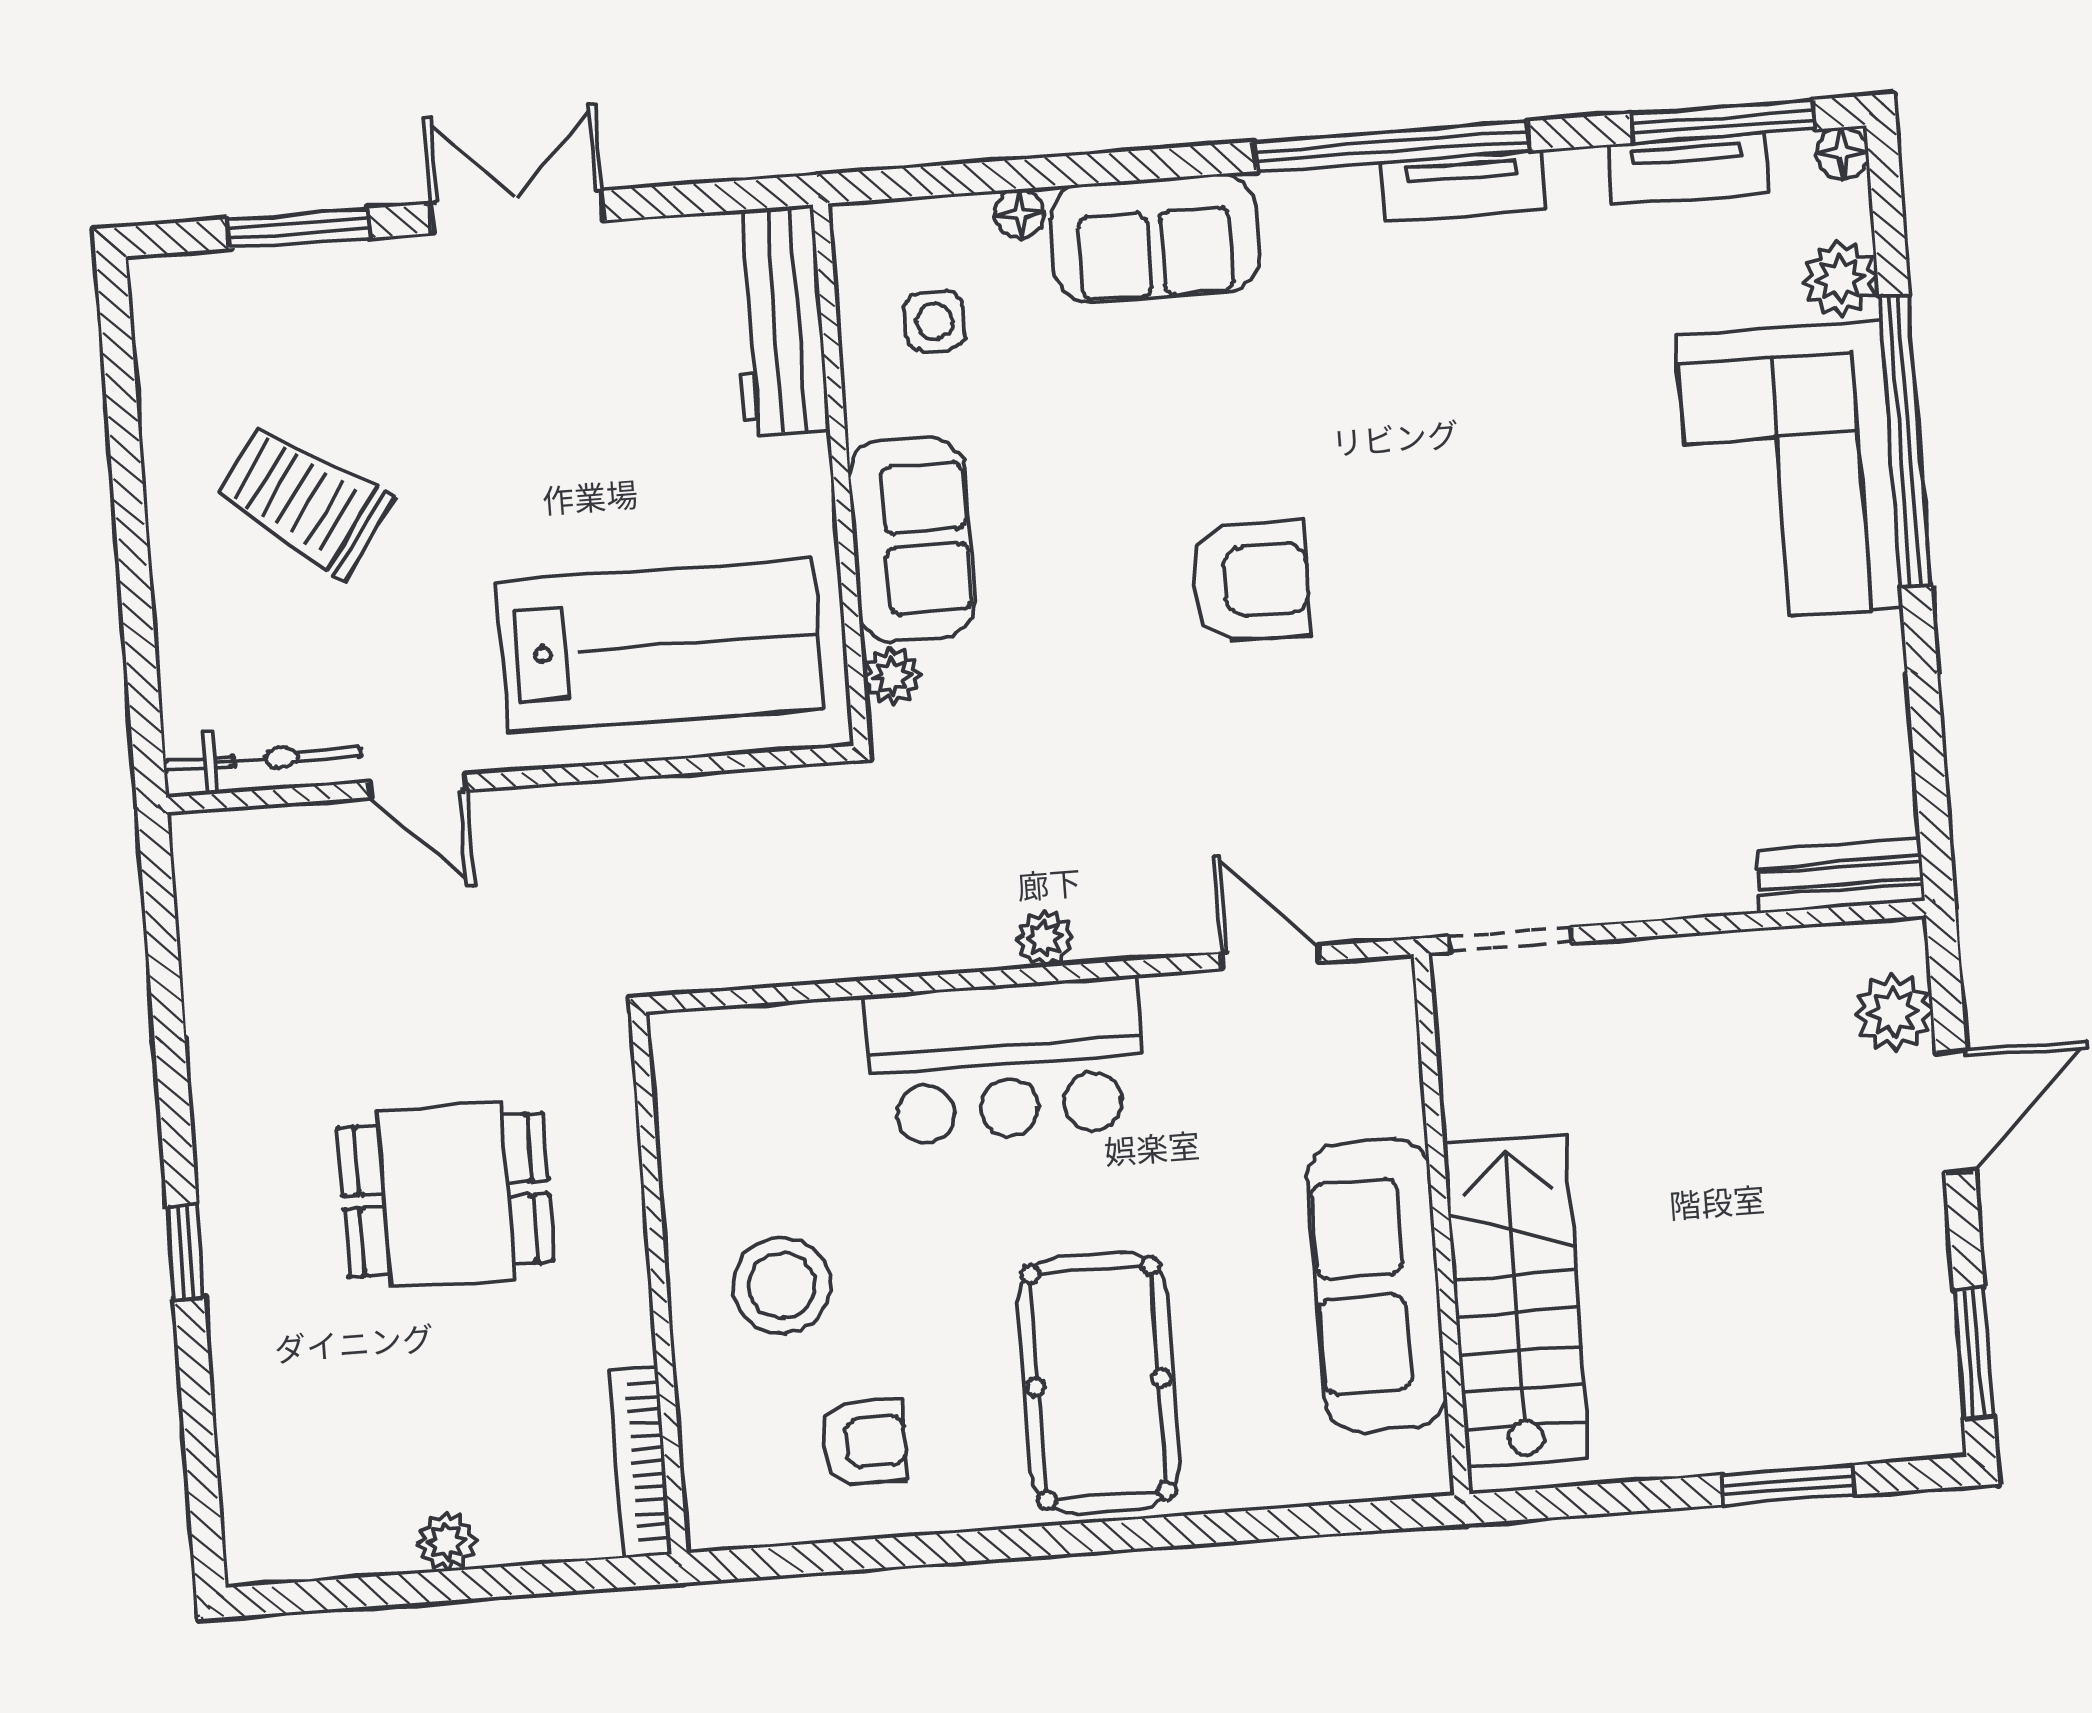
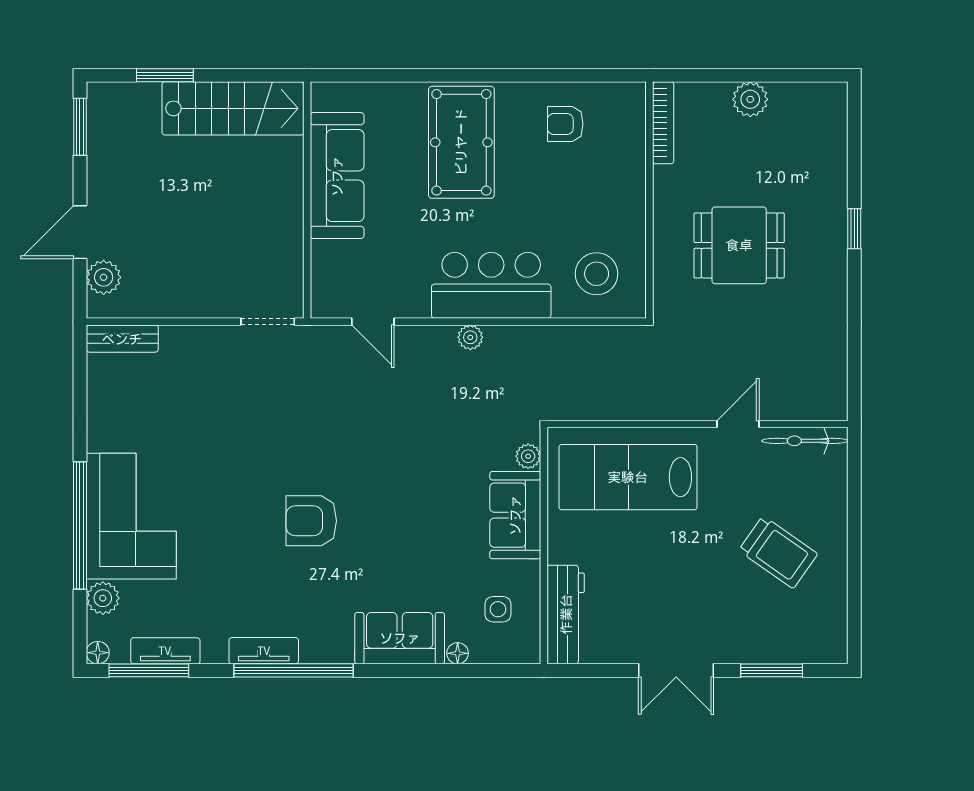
armchair: (1250, 581) -> (311, 521), moved
door: (417, 786) -> (738, 424), hinge flipped
stool: (782, 1285) -> (597, 274), moved
stairs: (1516, 1301) -> (233, 108), moved, turned -90
plant: (446, 1542) -> (750, 99), width x1.38, depth x1.38

